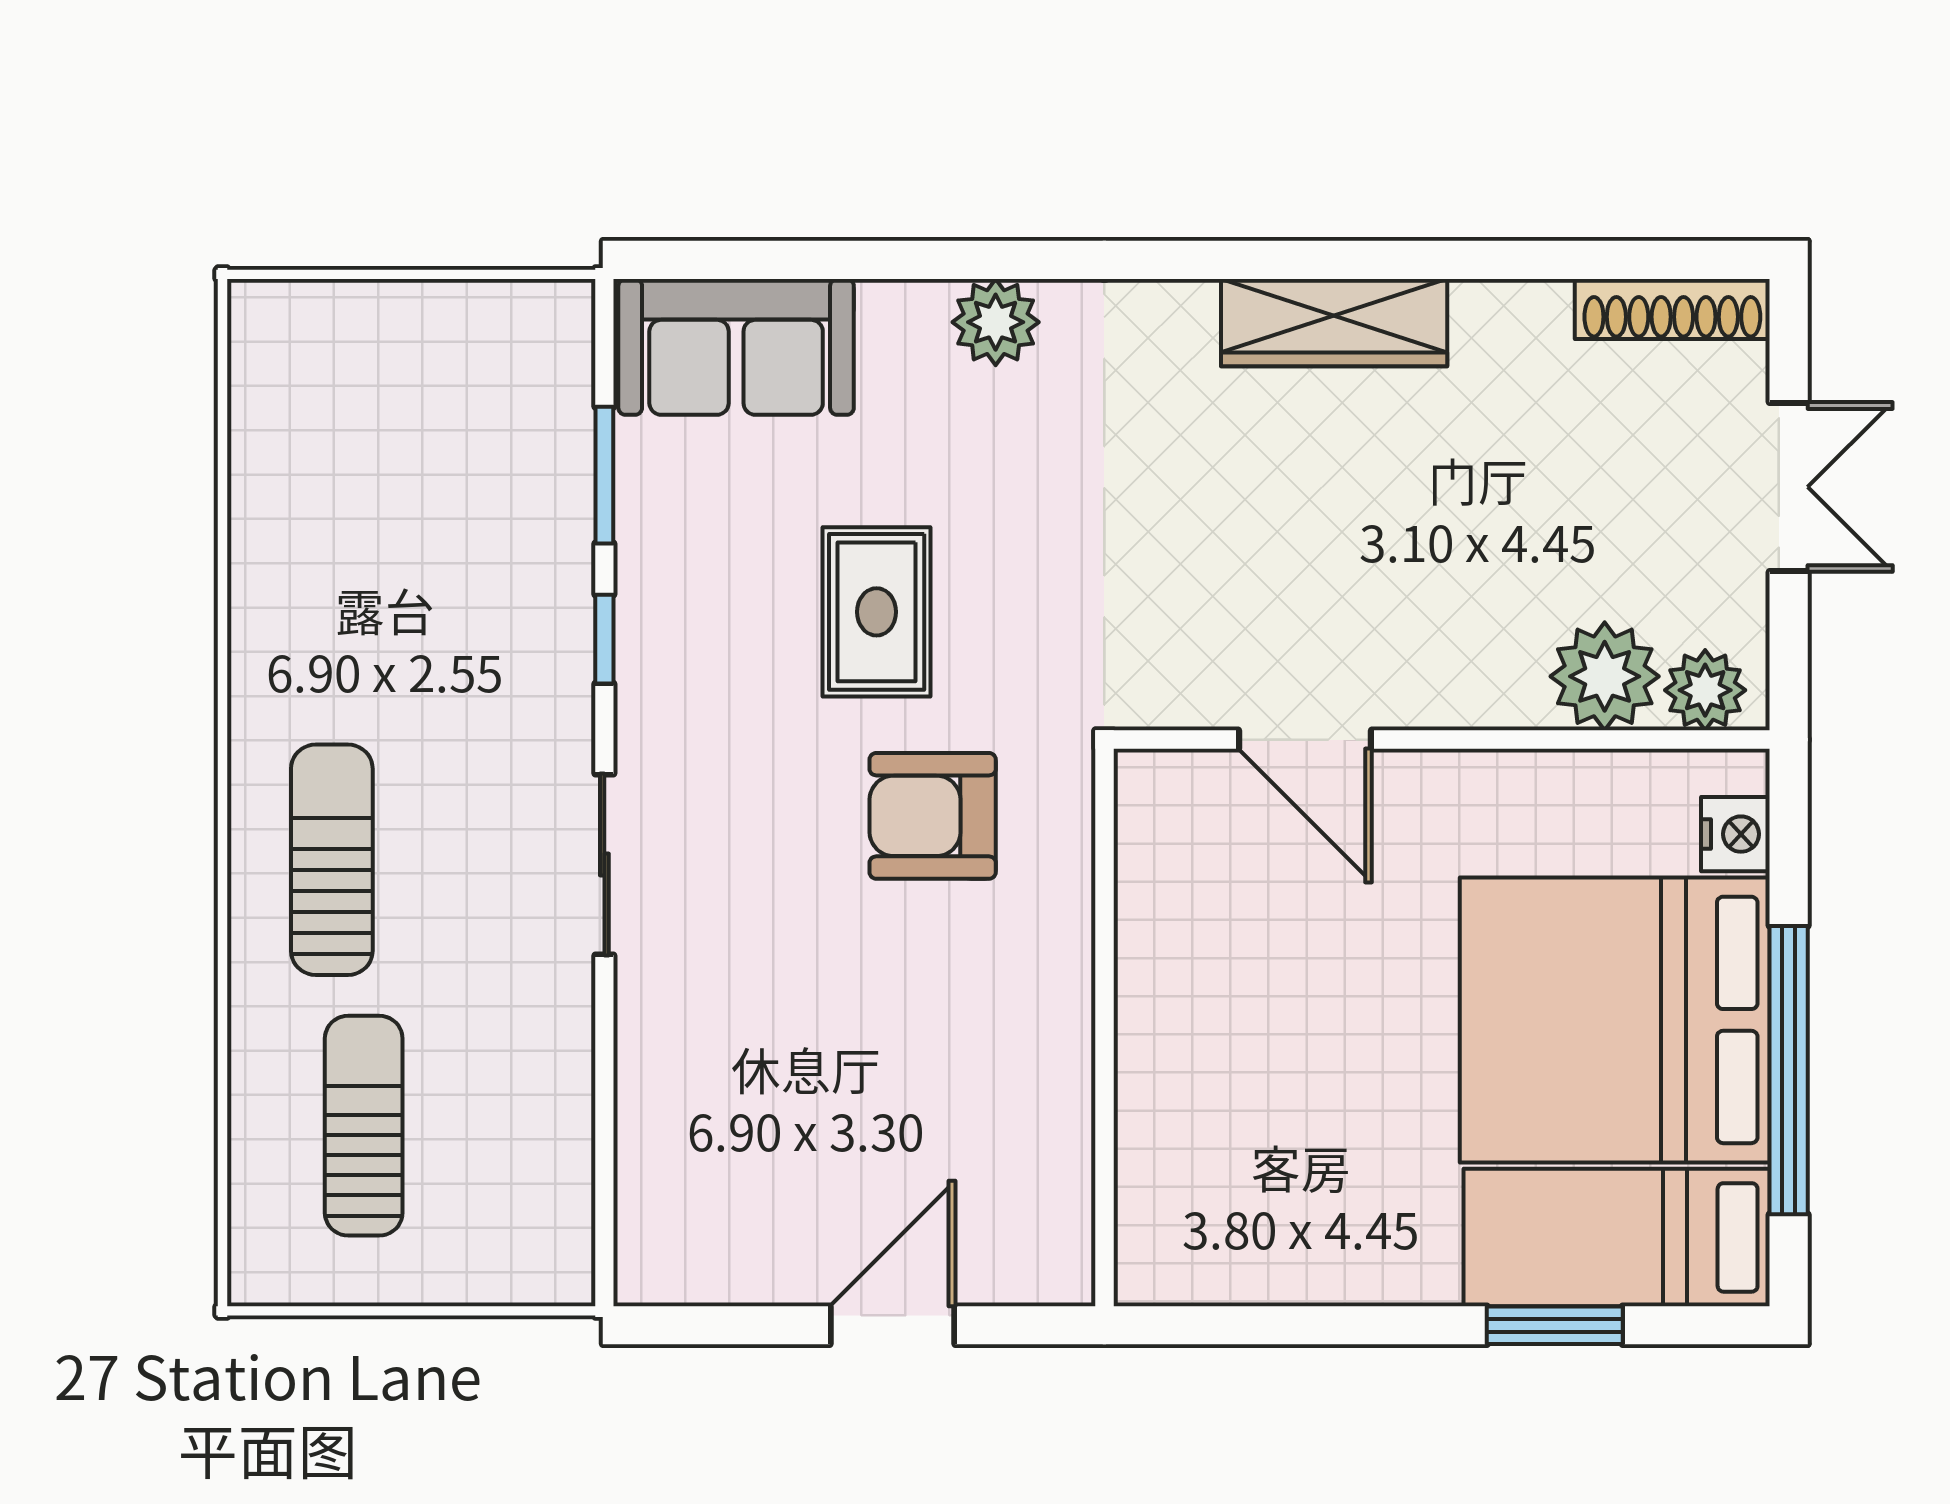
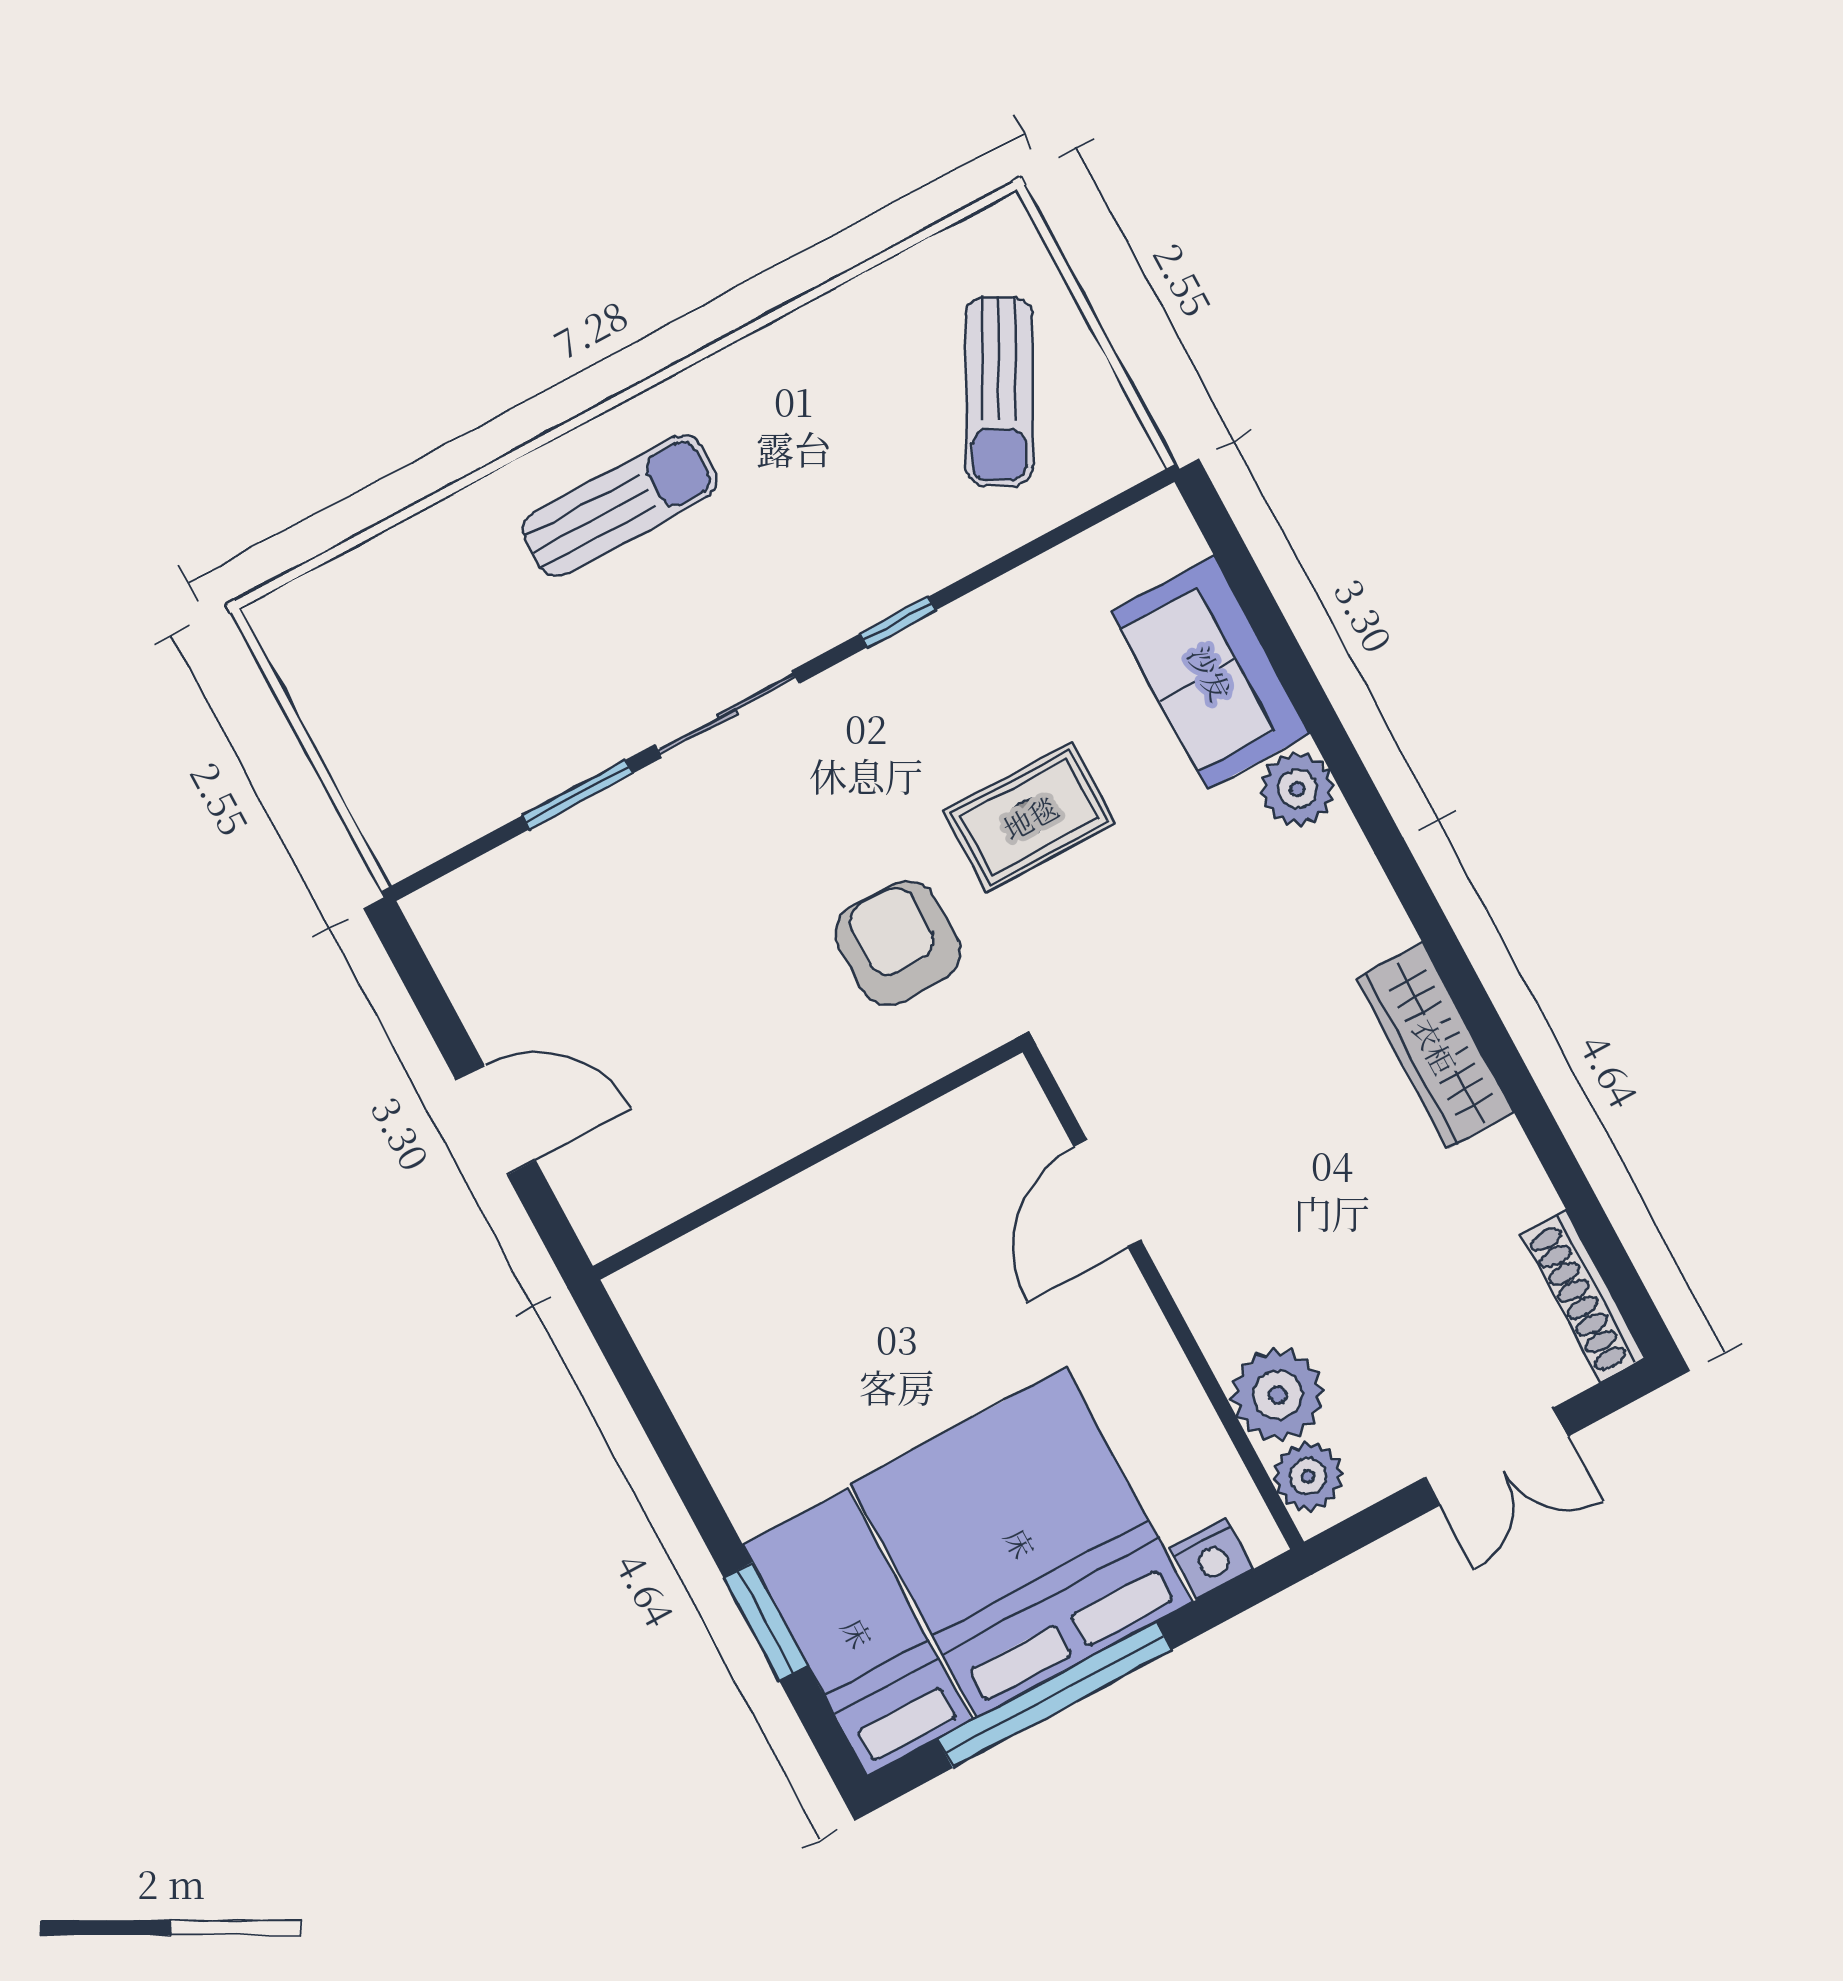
sofa: (736, 347) -> (1211, 673), moved
window: (604, 475) -> (577, 795), moved
sun lounger: (364, 1126) -> (999, 391), moved, turned 118

